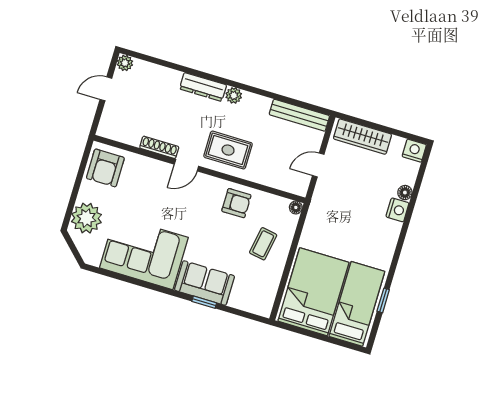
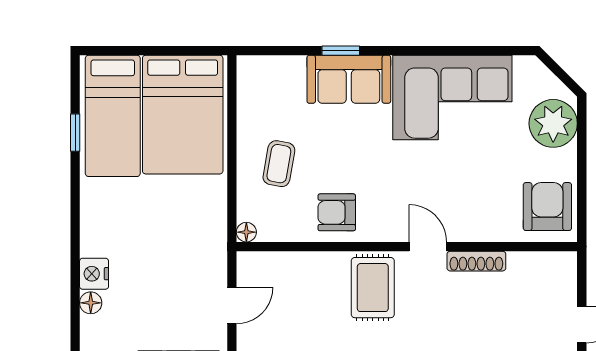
rug: (228, 150) -> (373, 288), turned 90
door: (186, 165) -> (428, 247), hinge flipped

